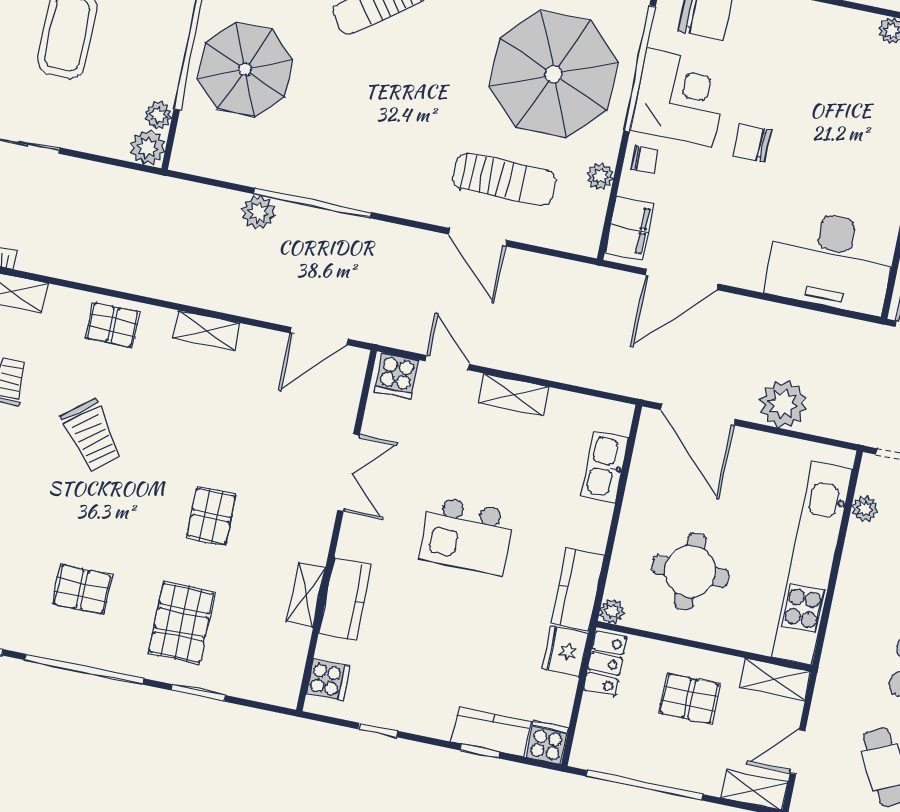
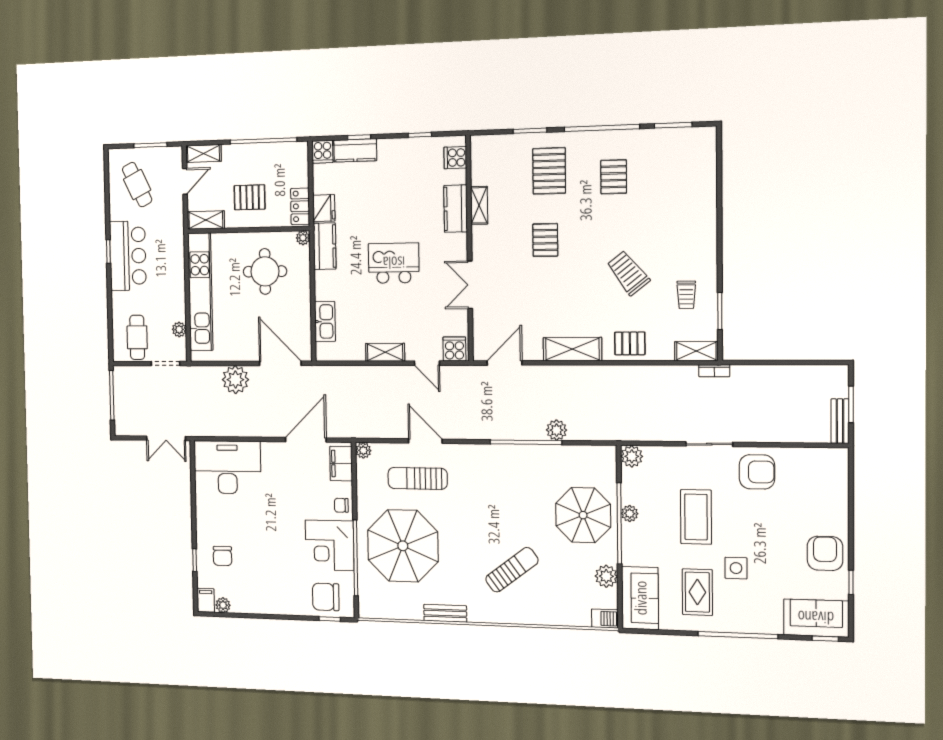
plant: (158, 115) -> (630, 514), moved
chair: (752, 143) -> (223, 556), moved, turned 90
plant: (600, 176) -> (363, 450), moved
shelving: (206, 330) -> (572, 349), width x1.50, depth x1.33
pallet: (82, 589) -> (614, 177), turned 90

